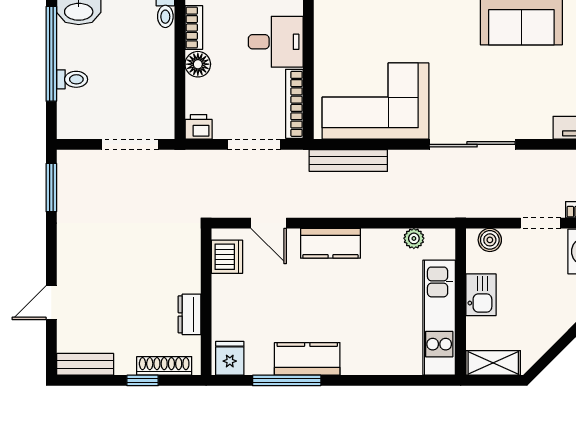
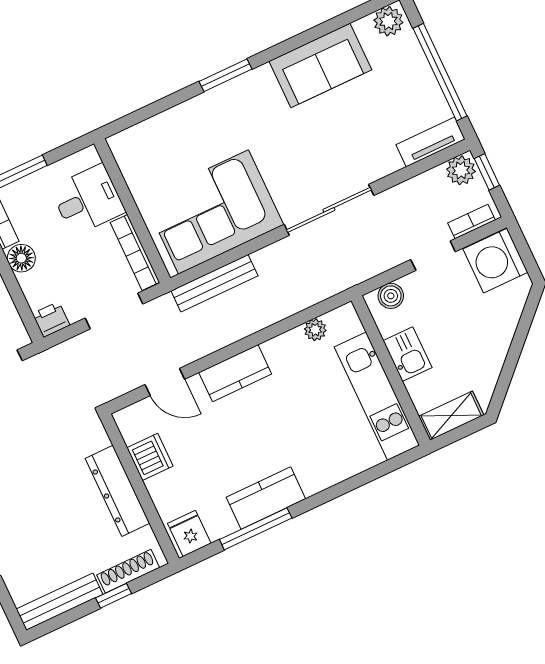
dishwasher: (227, 257) -> (150, 457), moved
dresser: (189, 314) -> (117, 491), width x1.96, depth x1.24
bench: (85, 364) -> (60, 602), width x1.36

